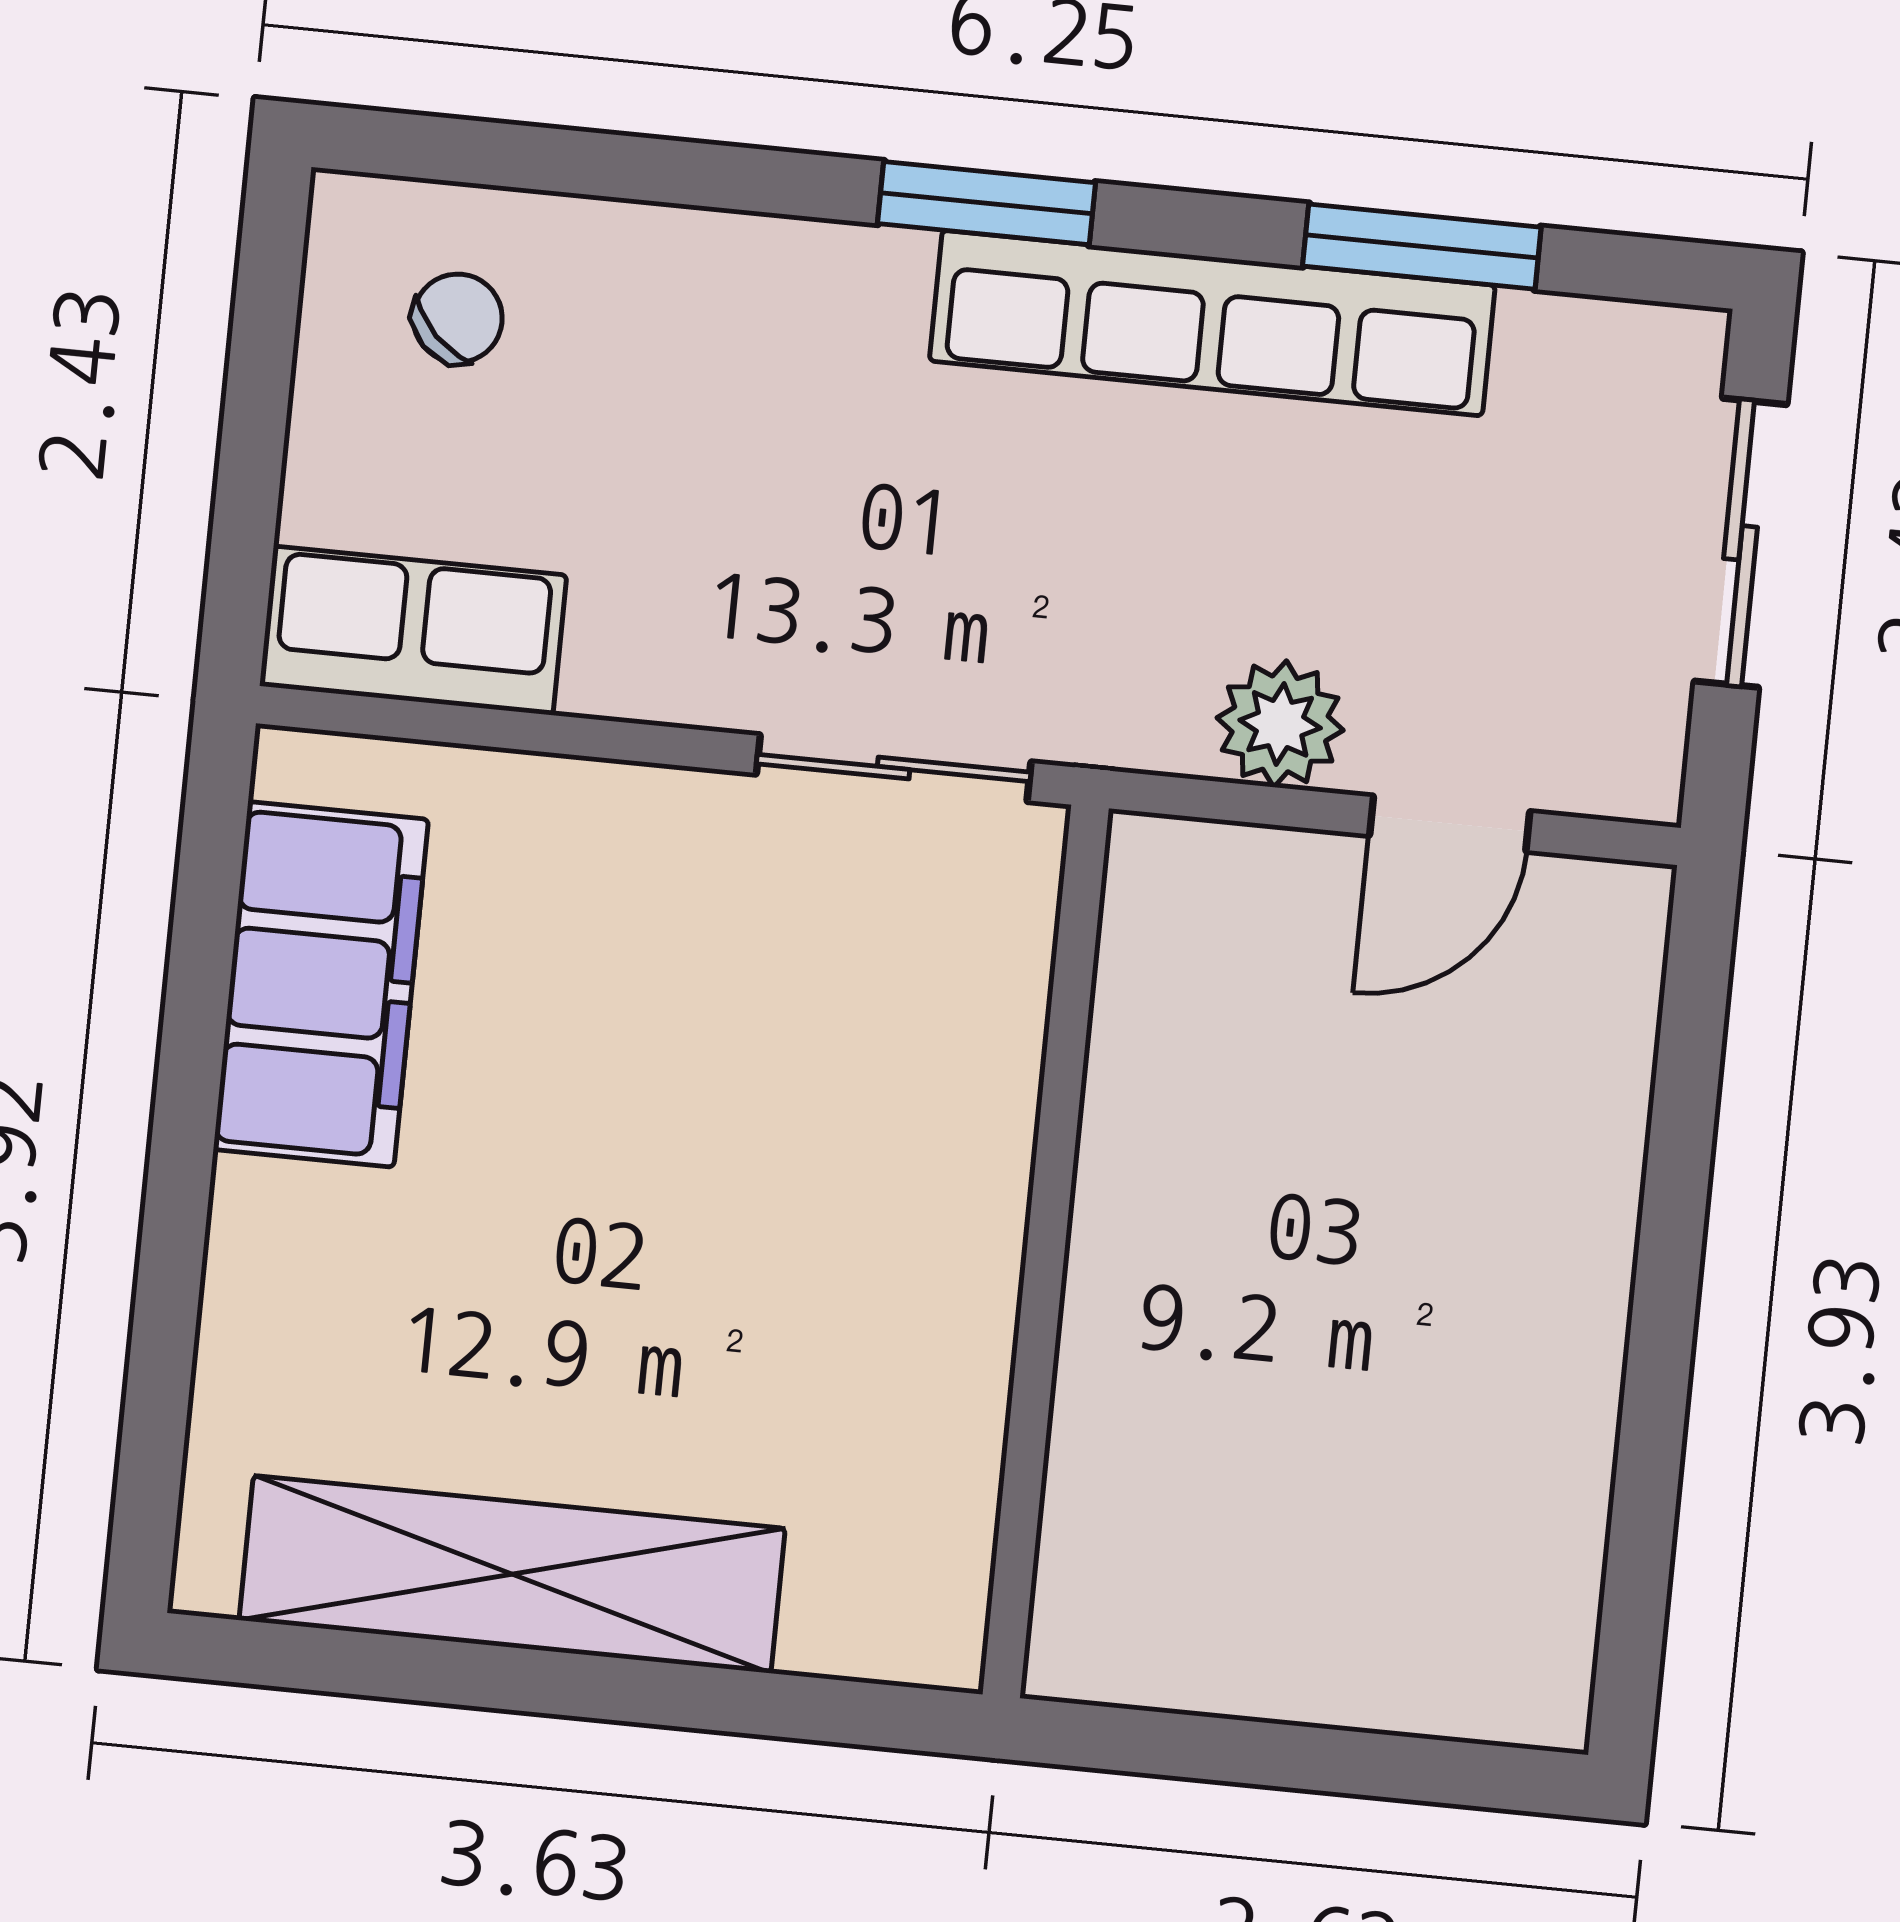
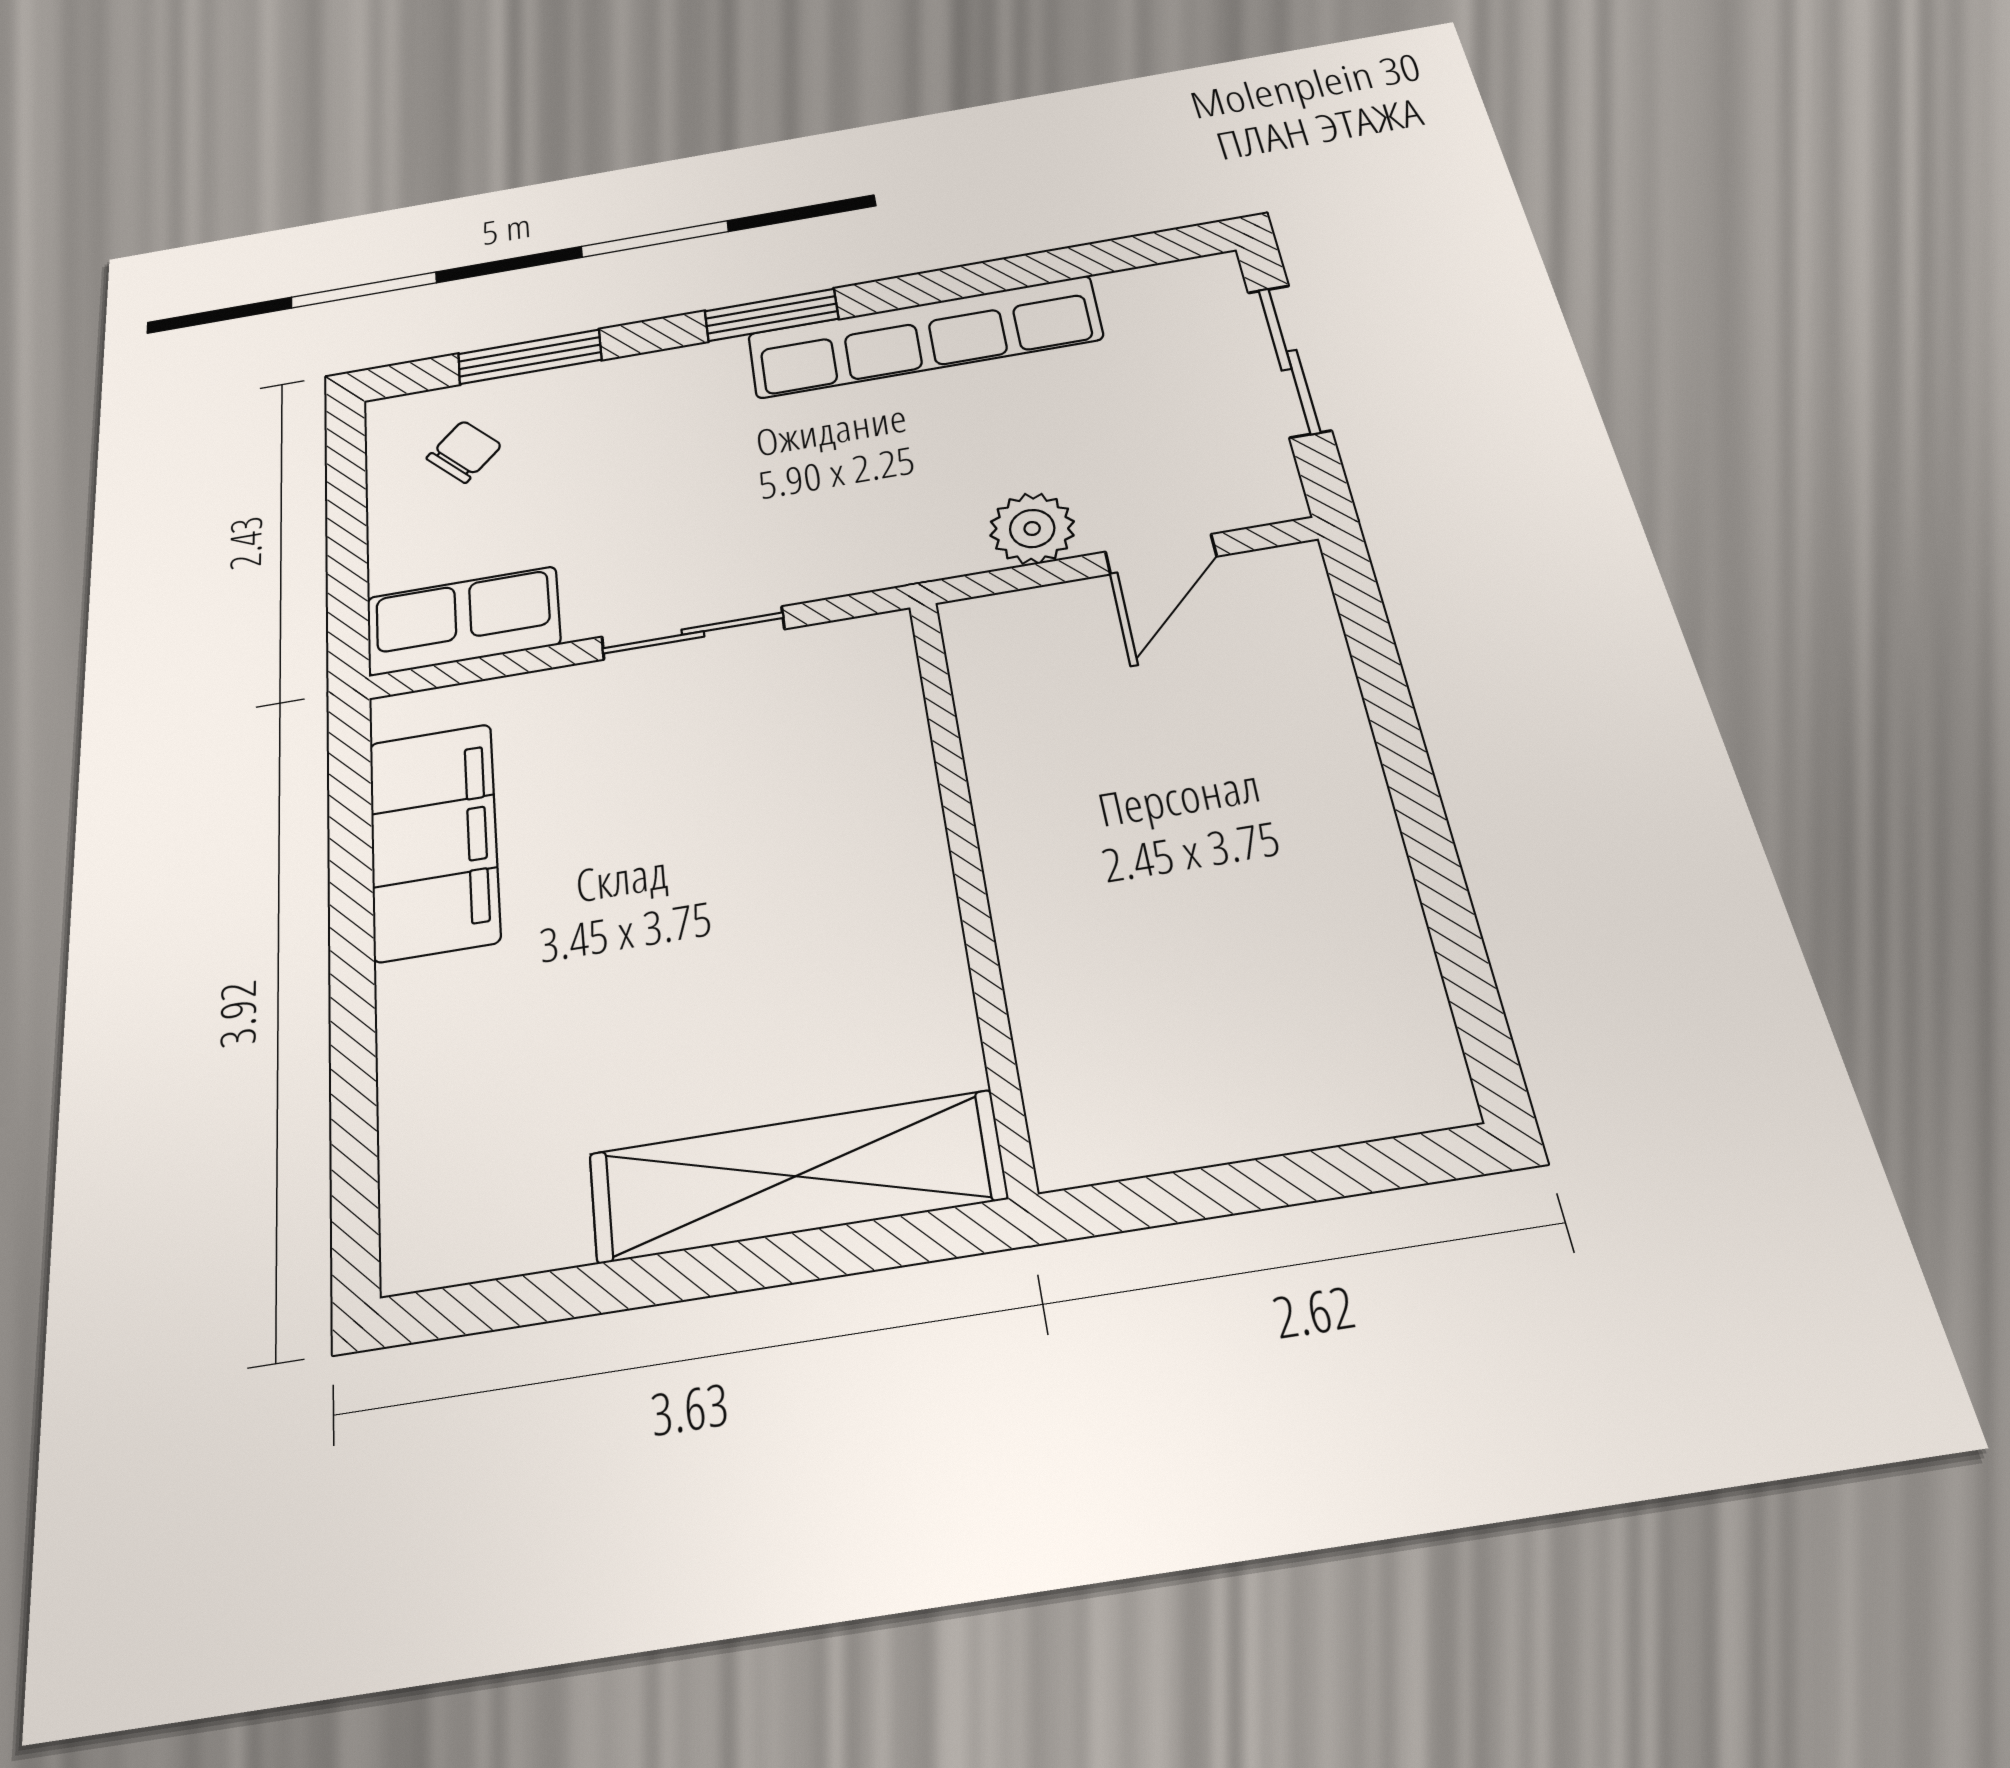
window: (1422, 247) -> (530, 357), moved
sliding door: (894, 768) -> (693, 633), moved
shelving: (512, 1574) -> (796, 1176), moved

